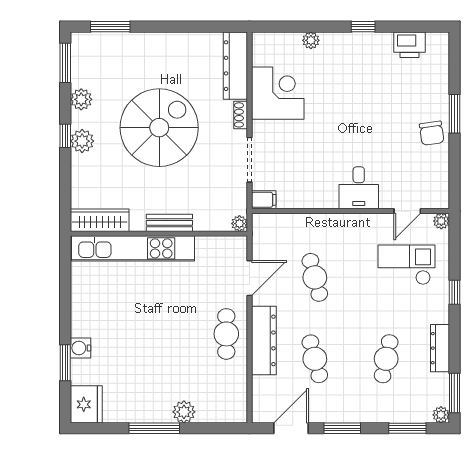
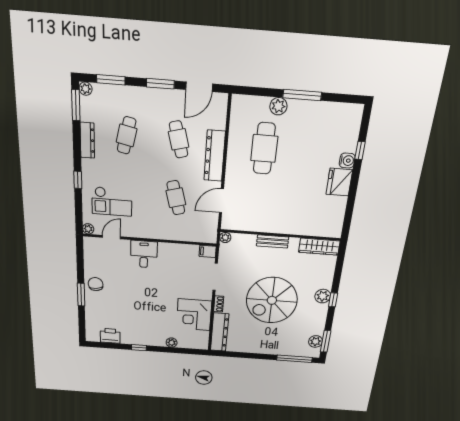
window: (110, 27) -> (295, 359), width x1.44
plant: (81, 99) -> (315, 341), moved
kitchen unit: (133, 248) -> (300, 227), removed
cafe table: (226, 334) -> (264, 148), moved, width x1.37, depth x1.35
window: (65, 363) -> (360, 150), width x0.67
fridge: (86, 404) -> (339, 182), moved

